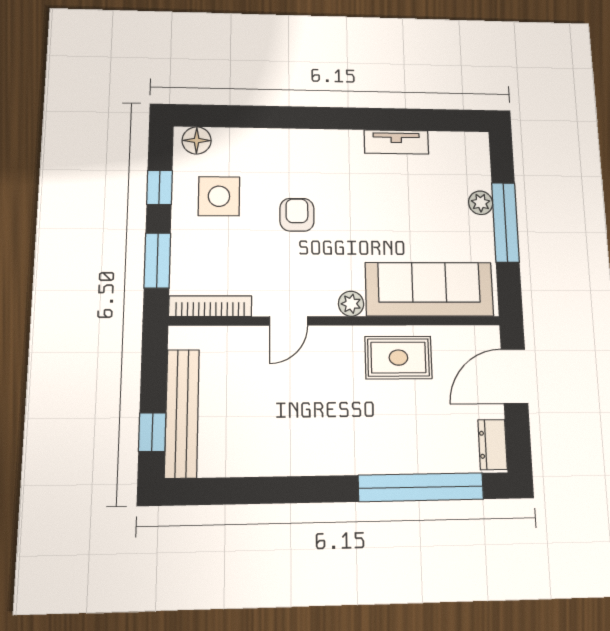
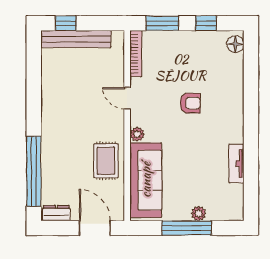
side table: (219, 196) -> (201, 58), removed

